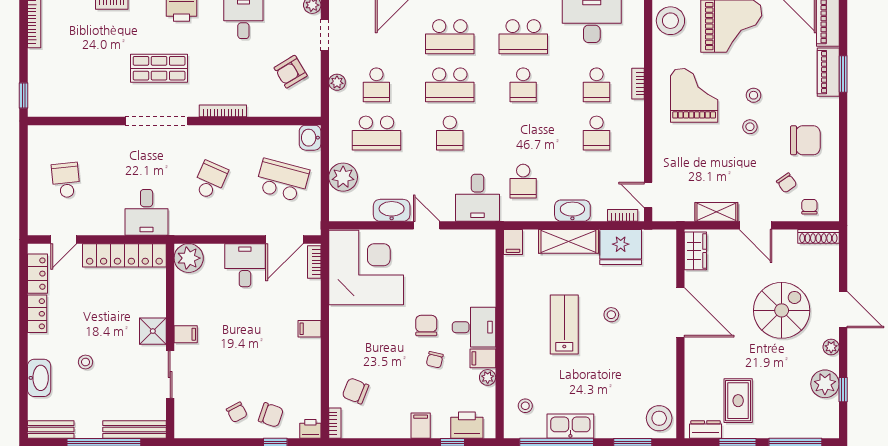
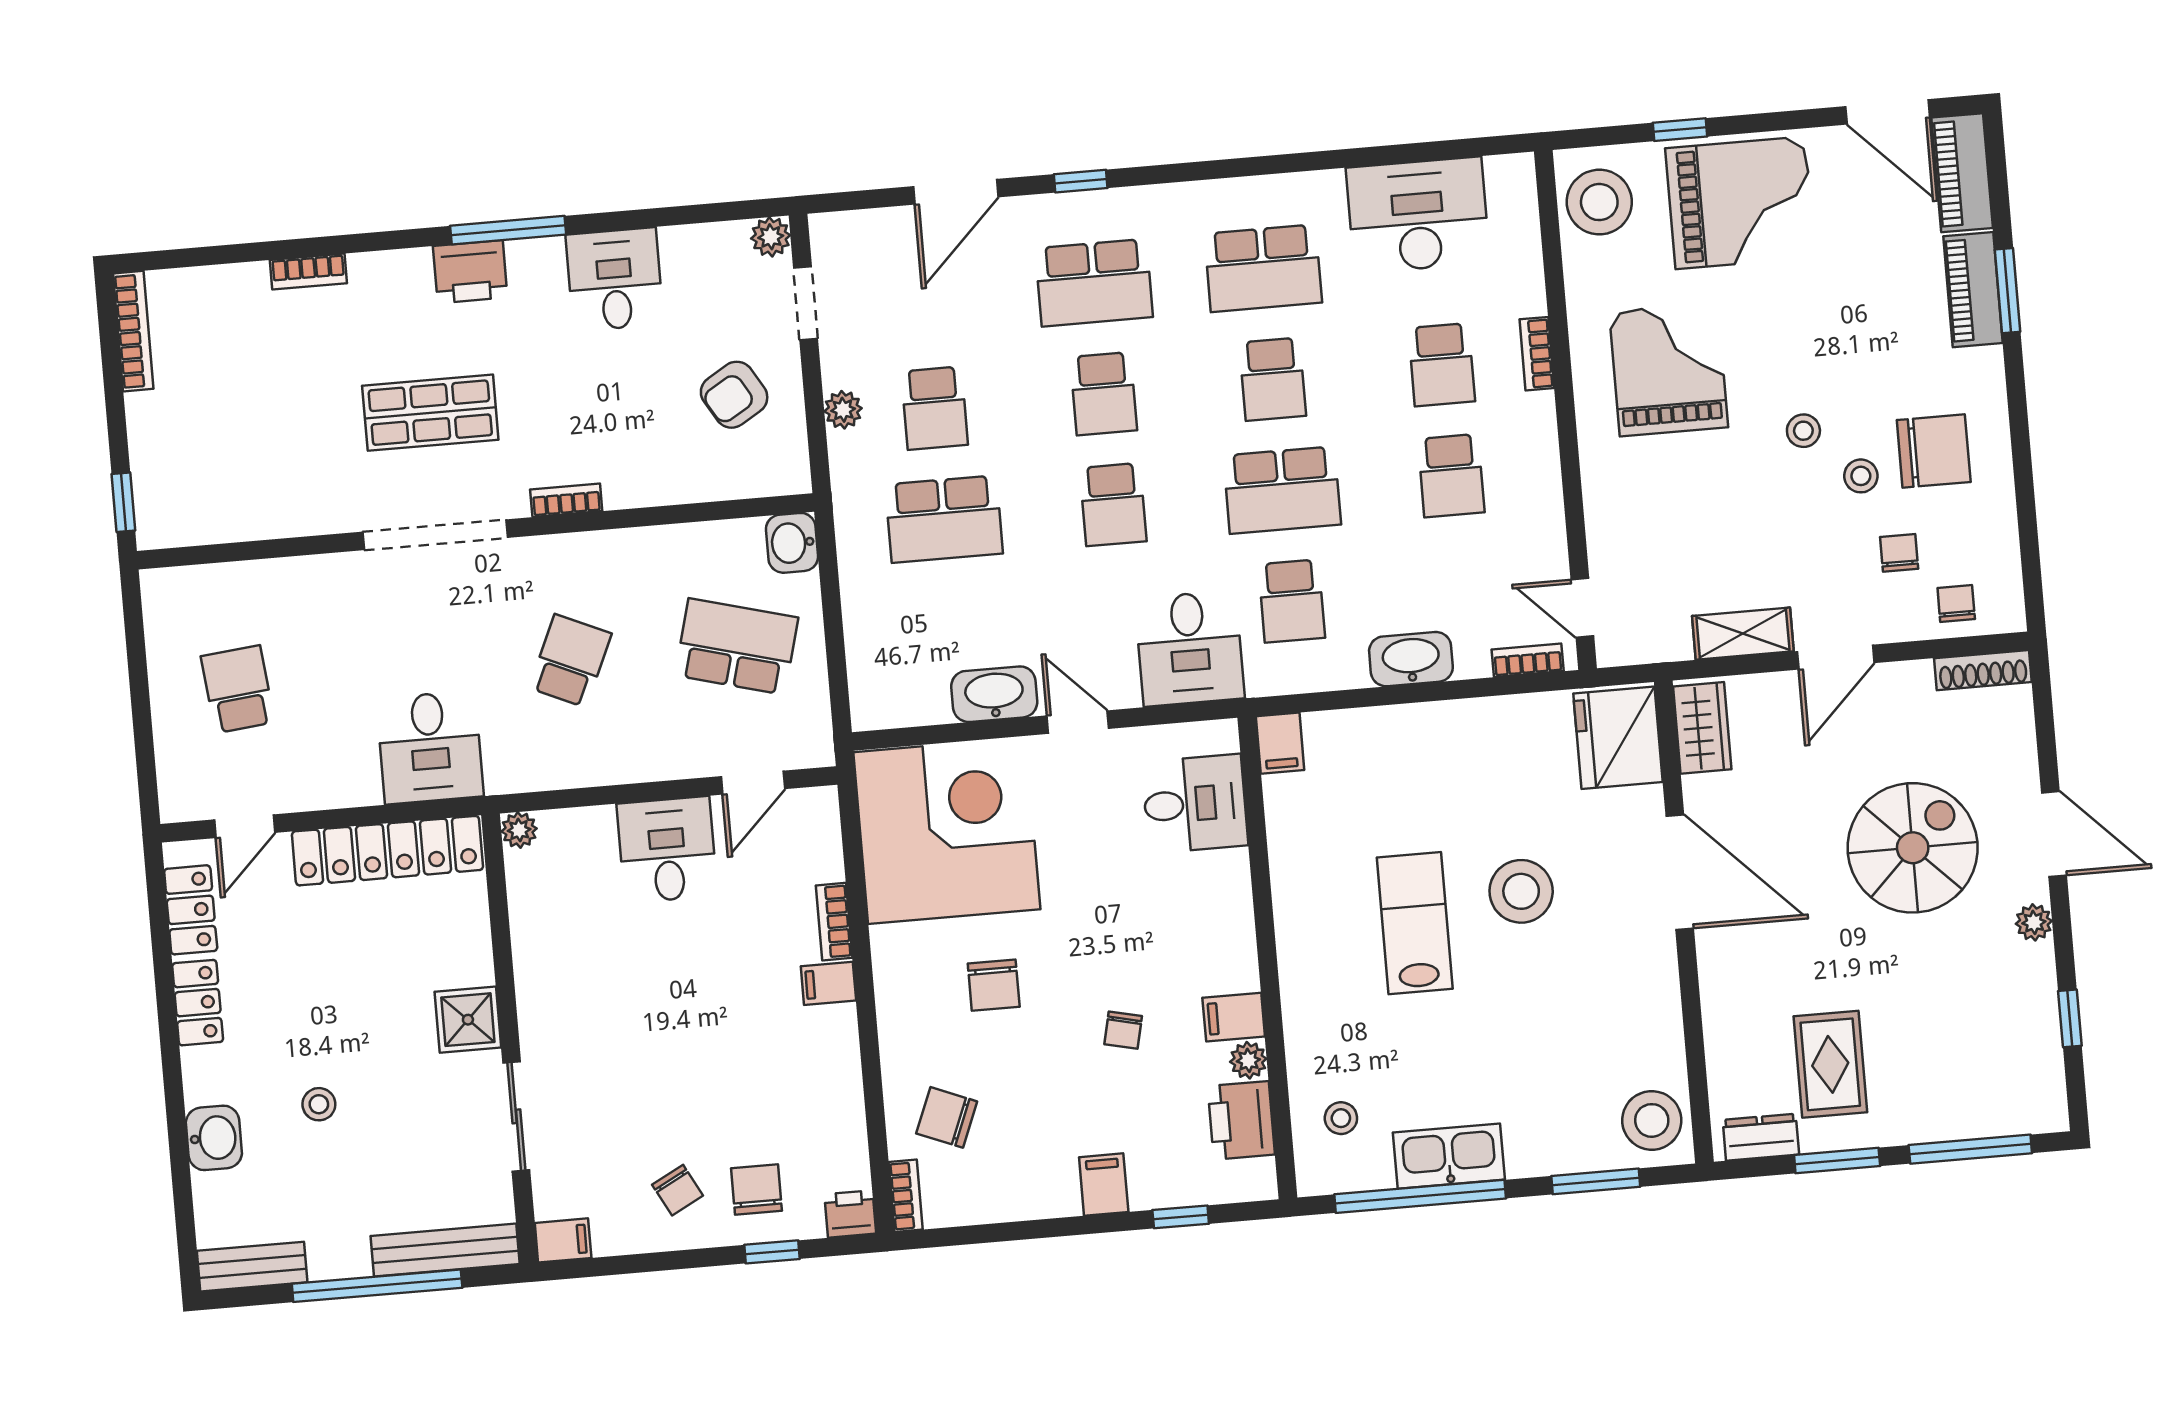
school desk: (450, 85) -> (1104, 394), width x0.54
stool: (754, 95) -> (1861, 476), moved
bookcase: (223, 111) -> (566, 500), width x0.64
school desk: (523, 133) -> (1282, 490), added
plant: (343, 177) -> (876, 627), removed
chair: (787, 183) -> (1899, 553), turned -145
door: (755, 225) -> (1836, 657), hinge flipped
door: (284, 240) -> (753, 783), width x0.73
shelving: (568, 241) -> (1408, 731), removed
fridge: (621, 247) -> (1618, 738), moved, turned 90
plant: (189, 258) -> (519, 830), width x0.53, depth x0.53
bookcase: (314, 262) -> (834, 922), moved
stool: (611, 315) -> (1521, 891), width x1.89, depth x1.89
chair: (426, 326) -> (994, 985), moved, turned 180
desk: (474, 327) -> (1195, 804), moved
filing cabinet: (186, 334) -> (563, 1240), moved
washbasin: (39, 378) -> (214, 1138), width x0.72
plant: (825, 384) -> (2027, 1008), removed
chair: (271, 415) -> (756, 1190), turned -109
printer: (467, 425) -> (1241, 1120), moved, turned -90

